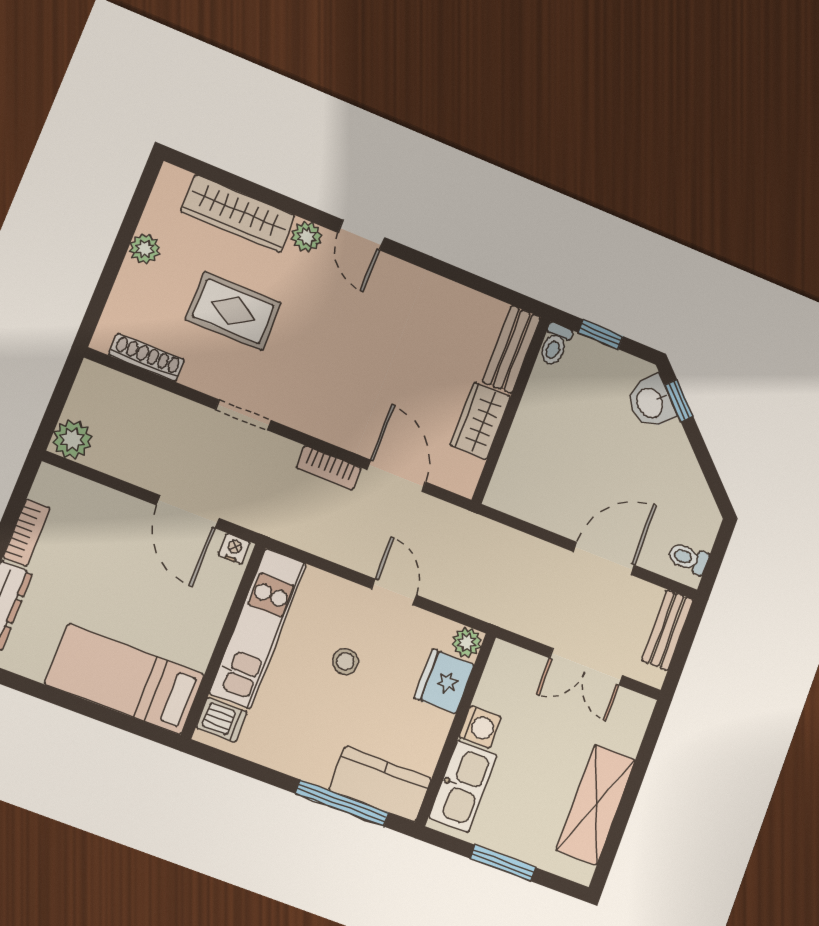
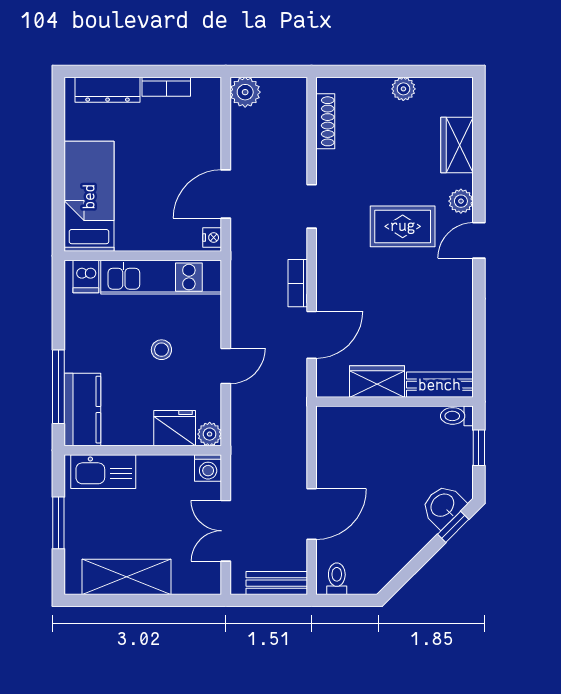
wardrobe: (238, 214) -> (457, 145), width x0.67
rug: (233, 311) -> (403, 226), moved, turned 90
door: (604, 558) -> (312, 514), hinge flipped
washing machine: (480, 727) -> (208, 468), moved

